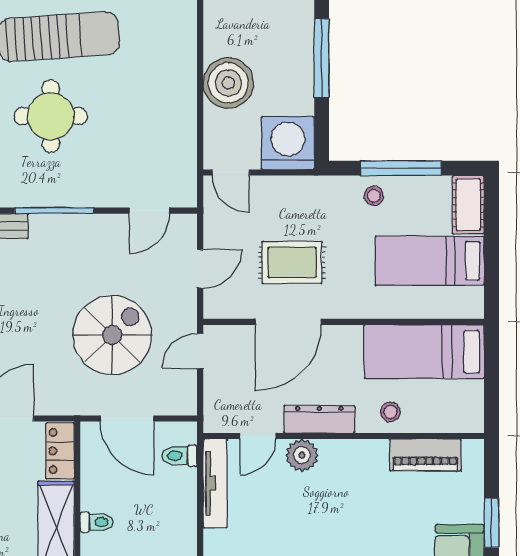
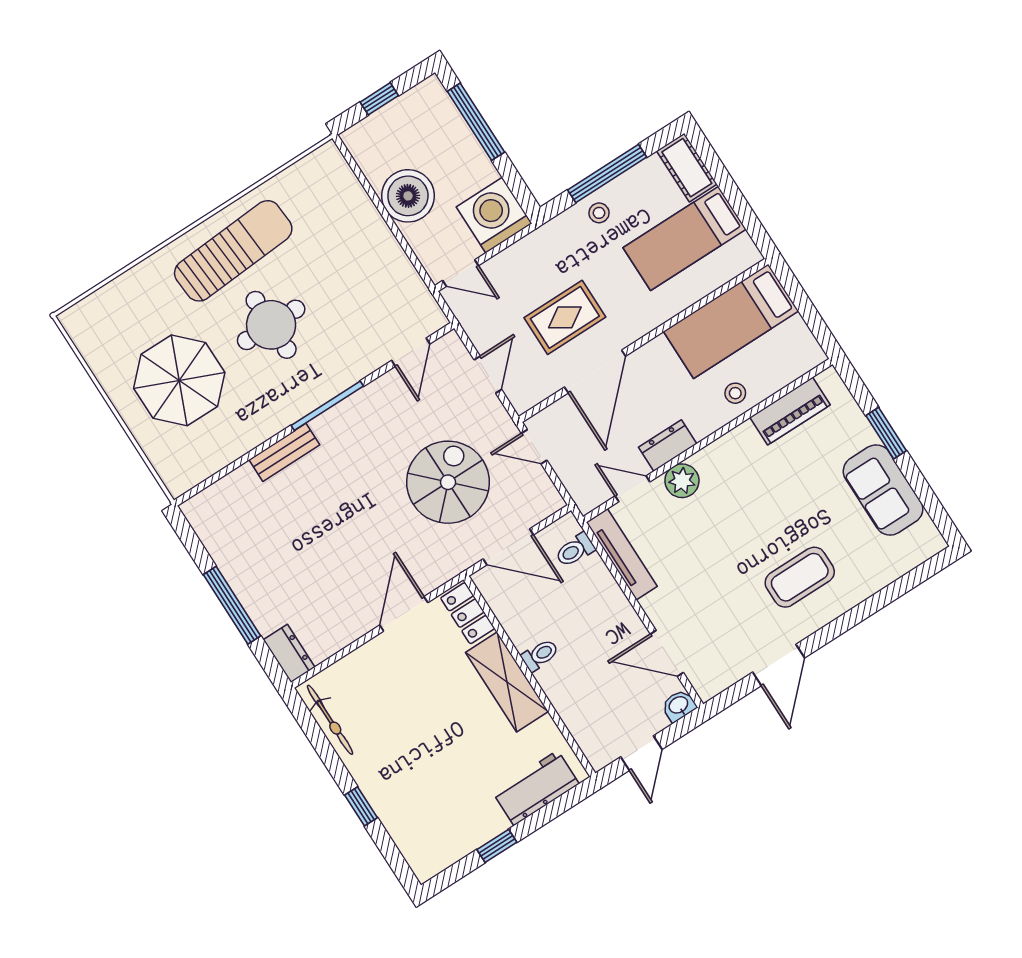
door: (200, 351) -> (534, 447), hinge flipped
dresser: (319, 419) -> (668, 446), width x0.70
door: (258, 436) -> (632, 489), swing flipped

